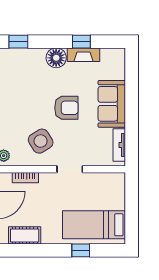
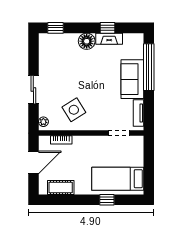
window: (132, 89) -> (149, 67), added
armchair: (66, 108) -> (95, 82), removed
doorway: (70, 169) -> (119, 133), moved

